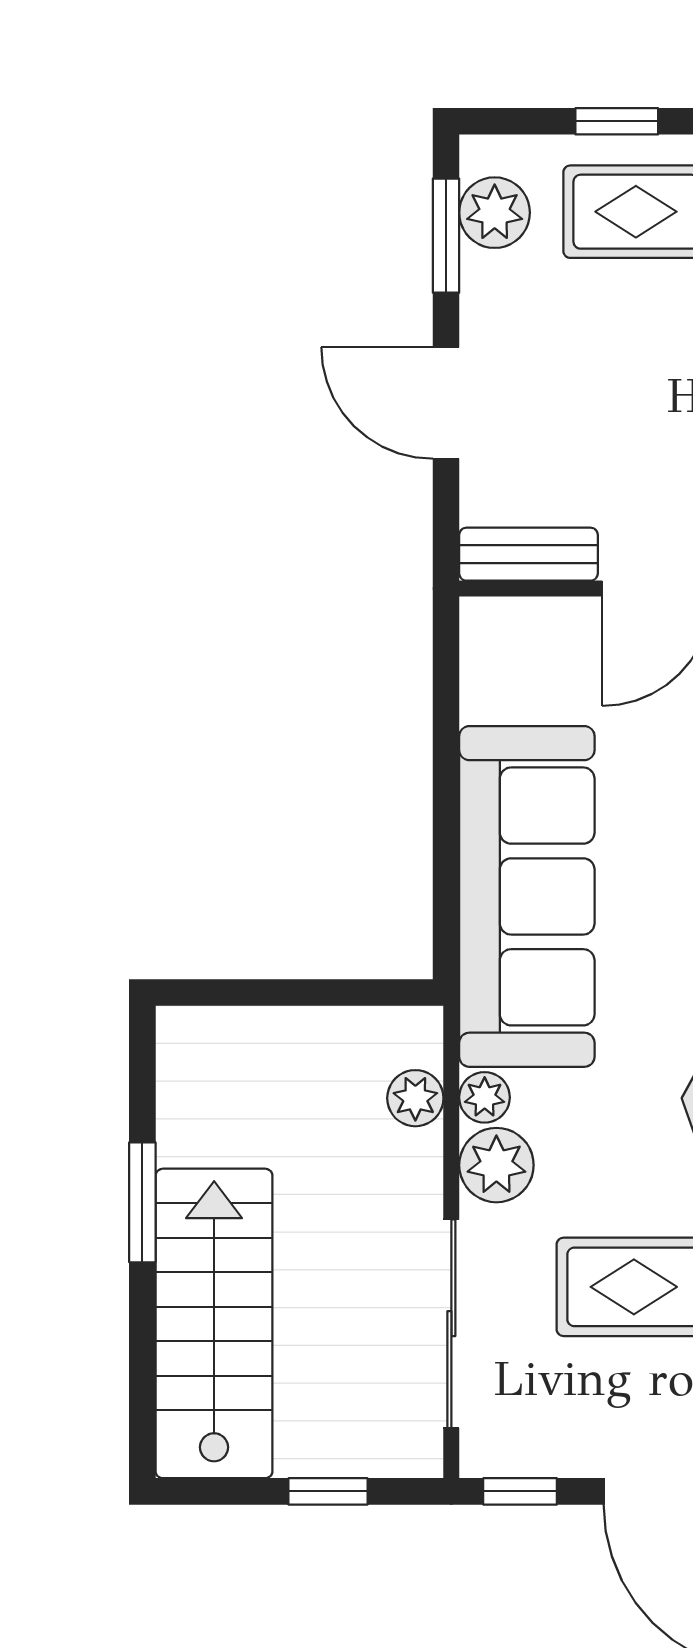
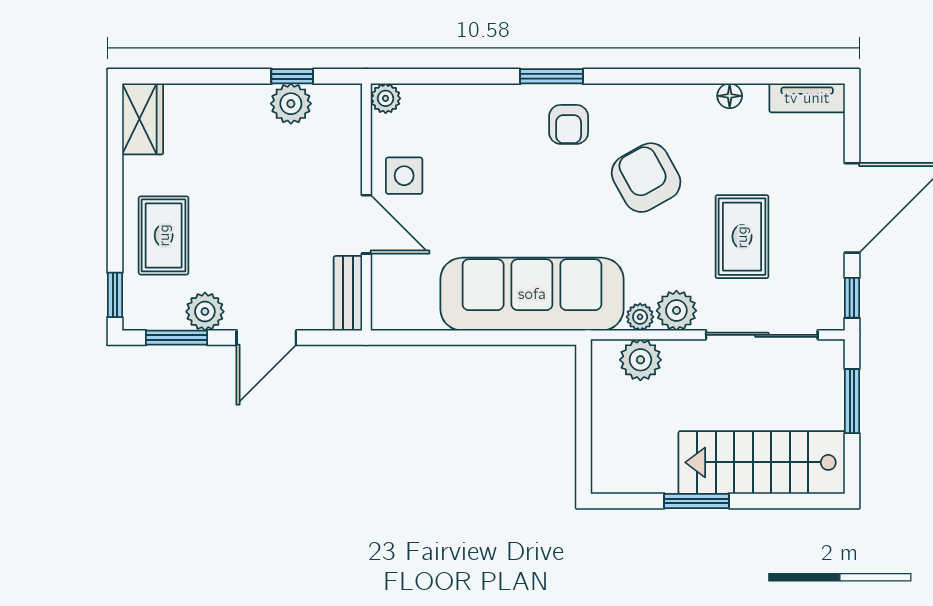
window: (617, 121) -> (115, 295), moved
plant: (495, 213) -> (205, 312), moved
plant: (415, 1098) -> (640, 360), width x1.38, depth x1.38
window: (328, 1491) -> (852, 401), width x1.50

